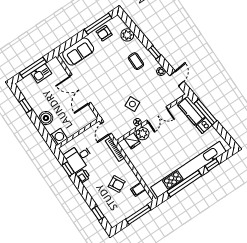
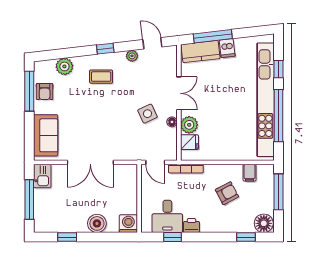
kitchen sink: (41, 73) -> (42, 176), moved
floor lamp: (113, 218) -> (264, 223), added

